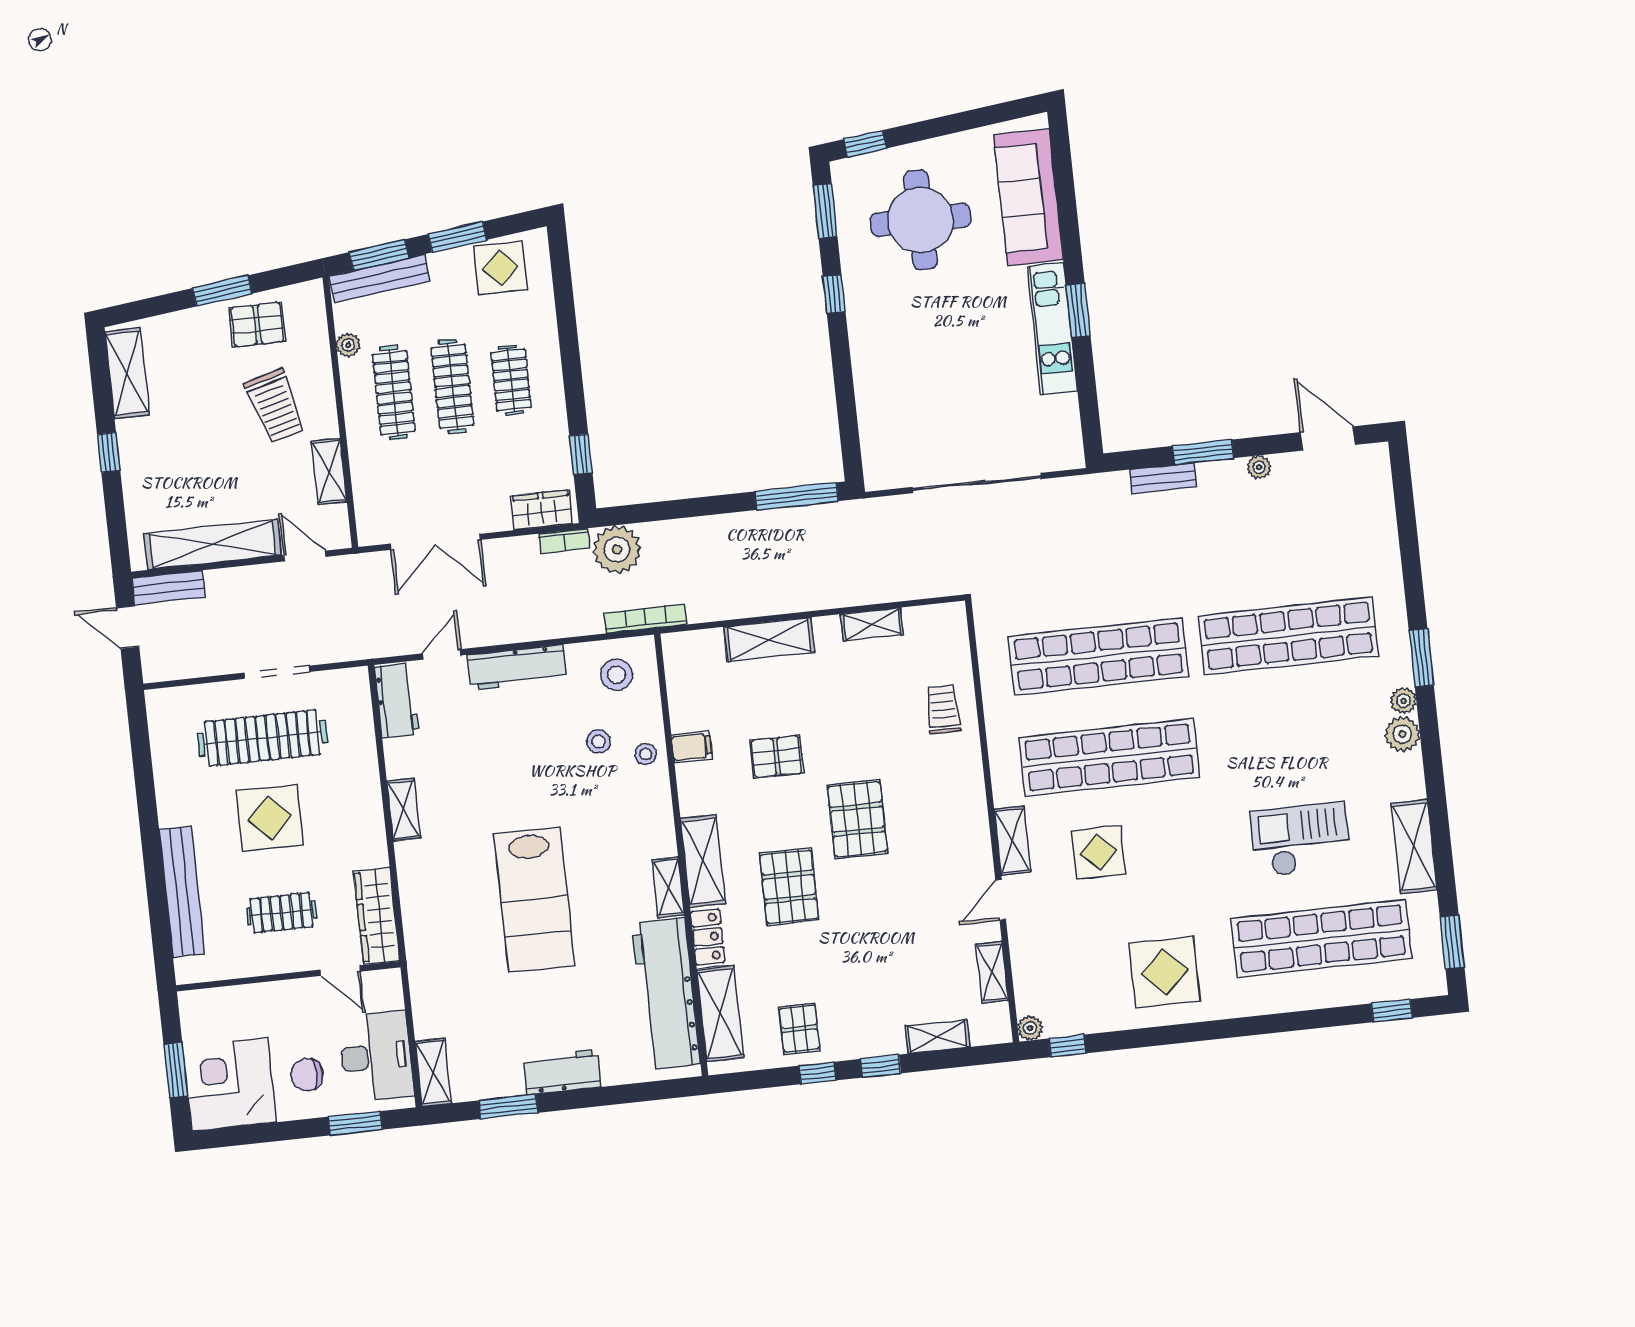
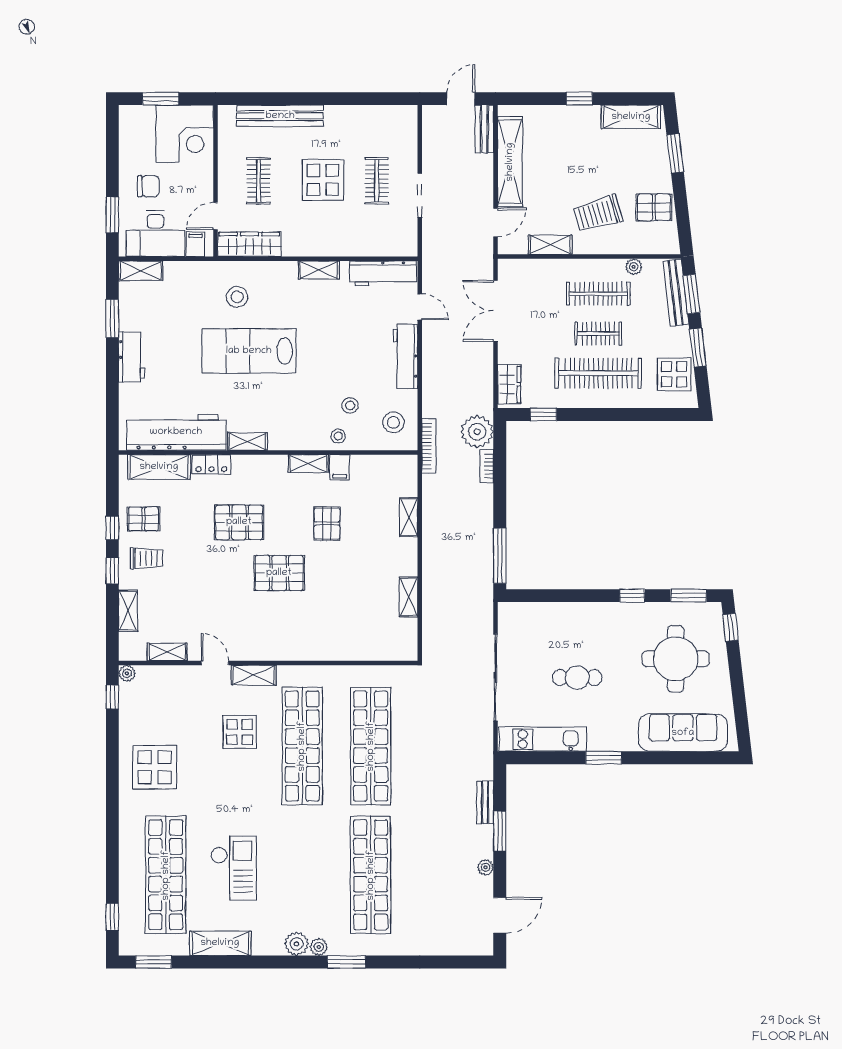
window: (222, 291) -> (675, 153), moved
pallet: (257, 324) -> (654, 207), turned 90
kitchen unit: (1052, 329) -> (543, 739), moved
cafe table: (964, 362) -> (577, 677), added
clothes rail: (511, 380) -> (598, 373), width x1.86, depth x1.31
clothes rail: (452, 386) -> (598, 333), width x0.73
bookcase: (564, 541) -> (487, 466), moved
shelving: (769, 640) -> (409, 517), width x0.67, depth x0.75
workbench: (397, 700) -> (383, 273), width x1.37
trolley: (943, 709) -> (147, 558), moved
clothes rail: (262, 738) -> (377, 181), width x0.54, depth x0.76
shelving: (703, 861) -> (308, 464), moved, width x0.67, depth x0.75
stool: (456, 926) -> (237, 297), added
filing cabinet: (385, 996) -> (195, 244), added
chair: (307, 1075) -> (148, 186), turned 90
corner desk: (230, 1085) -> (185, 134), moved, turned 90

